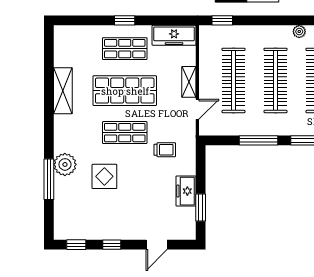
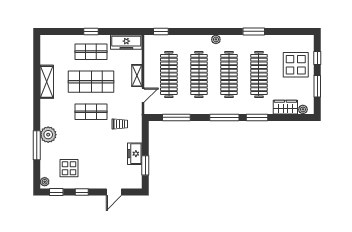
window: (258, 140) -> (176, 117), moved
display table: (104, 176) -> (69, 168), moved
plant: (60, 230) -> (45, 182), added

